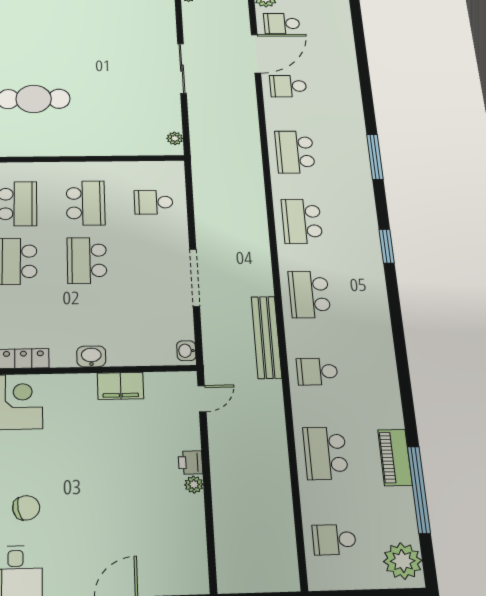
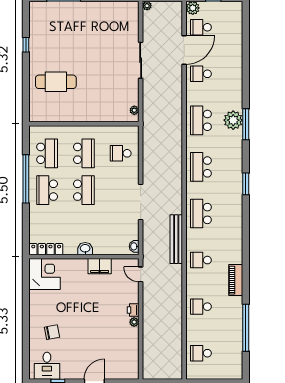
school desk: (87, 260) -> (84, 190), turned 180
door: (202, 399) -> (141, 274), swing flipped
school desk: (325, 453) -> (201, 307), width x0.54
piano: (395, 457) -> (236, 280), moved
plant: (403, 561) -> (233, 120), moved

